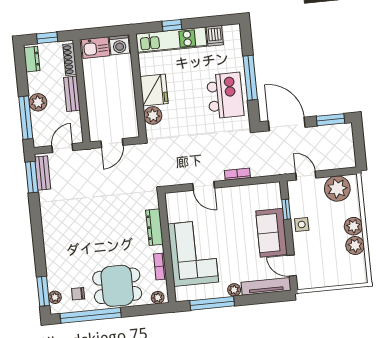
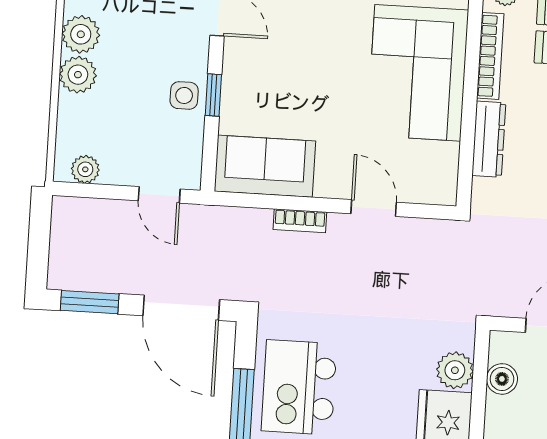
boiler: (130, 115) -> (502, 379), added
plant: (337, 189) -> (85, 169), width x0.53, depth x0.53
window: (286, 209) -> (213, 95), moved
sofa: (272, 233) -> (265, 166), moved, turned -90
bookcase: (160, 267) -> (490, 56), width x1.56

